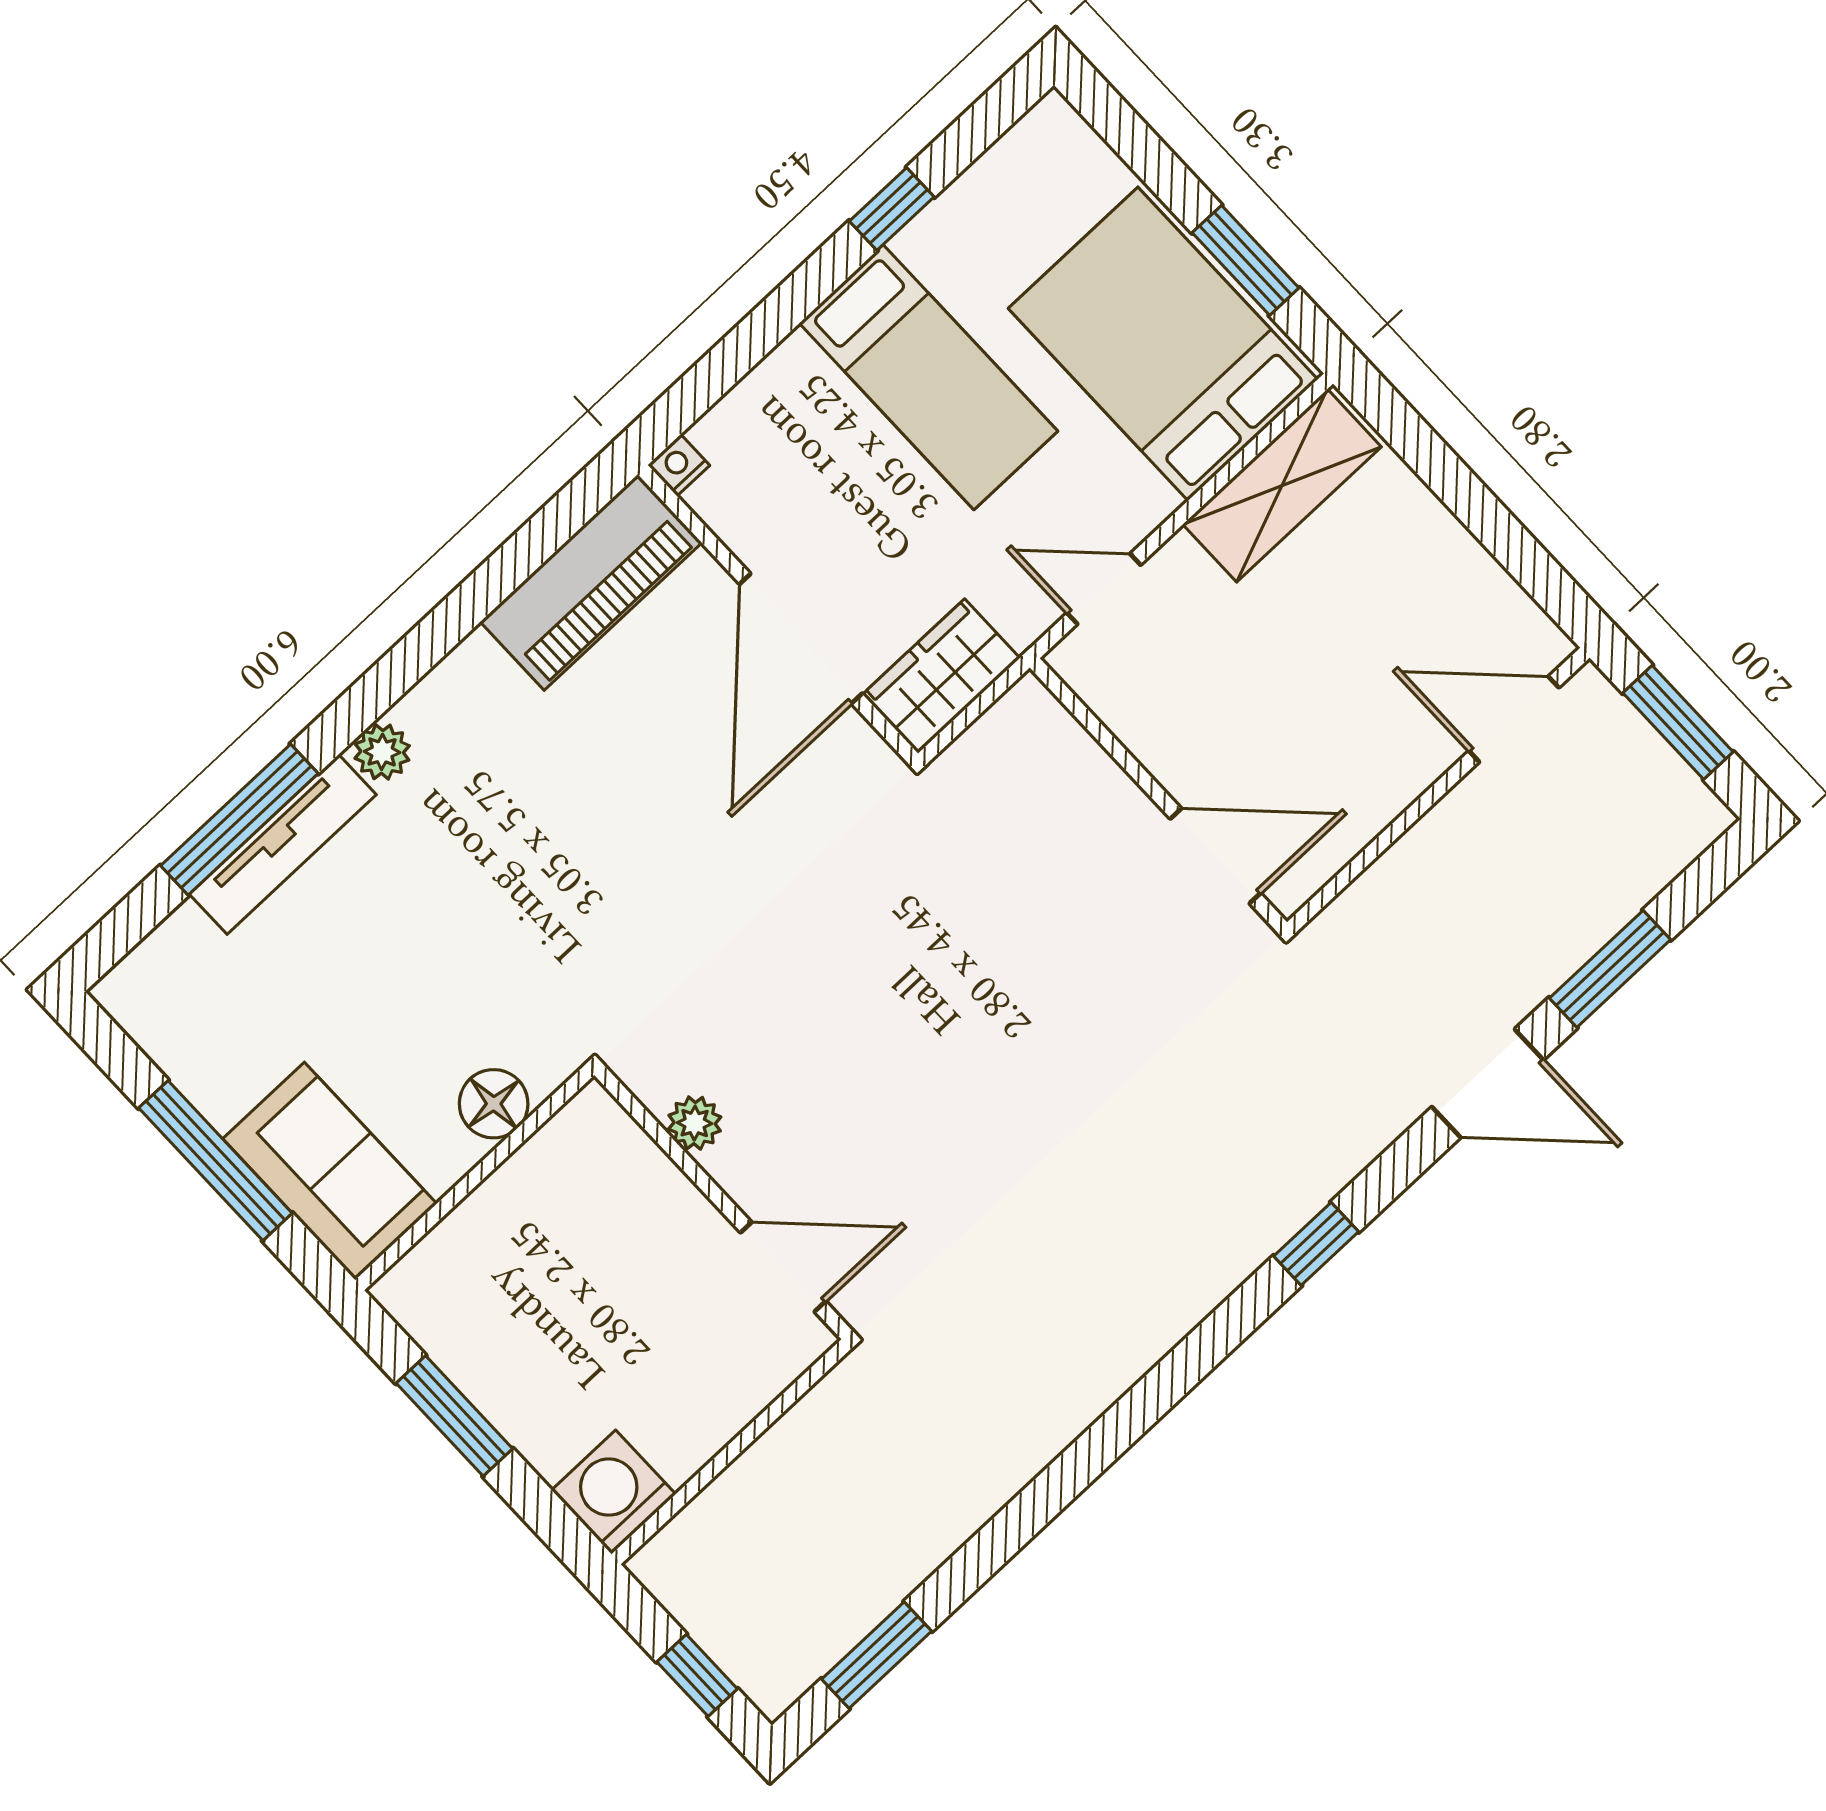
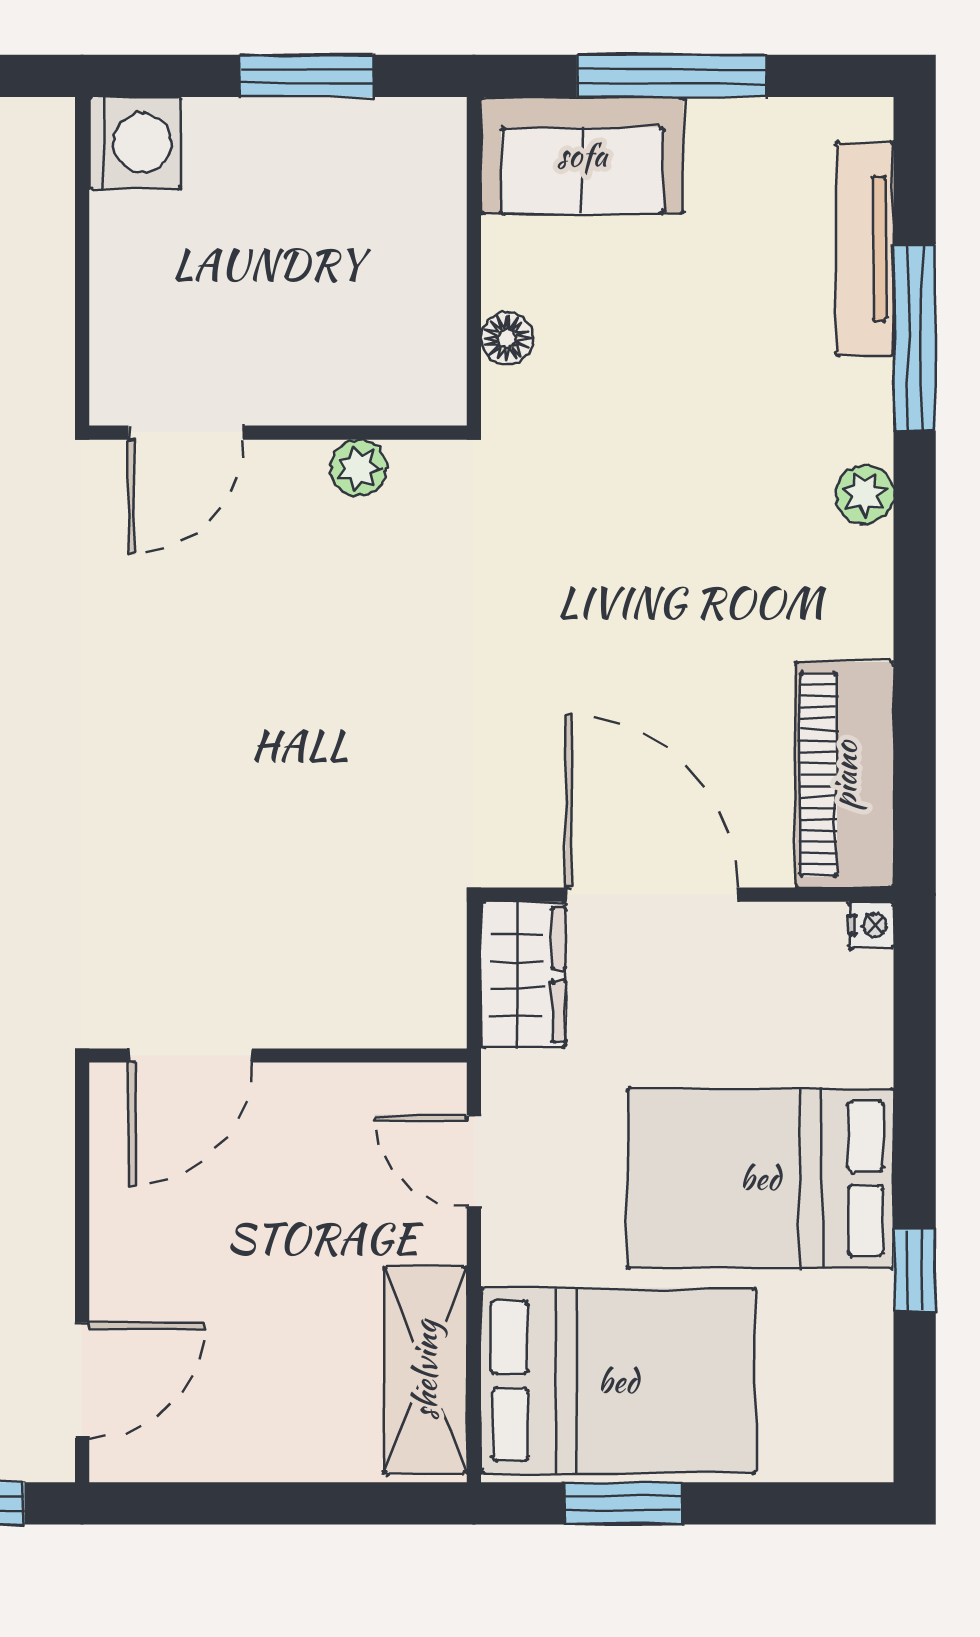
bed: (929, 377) -> (760, 1178), width x1.50
door: (1104, 589) -> (474, 1161), swing flipped
tv unit: (283, 844) -> (865, 249), moved
floor lamp: (494, 1104) -> (507, 338), width x0.73, depth x0.73

